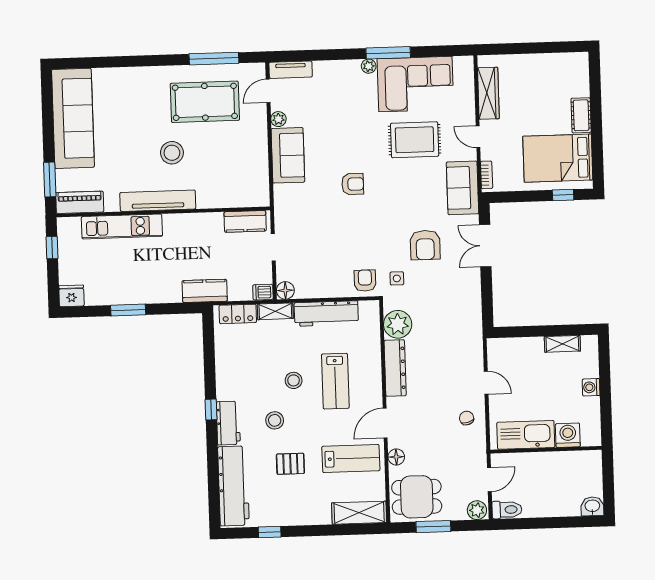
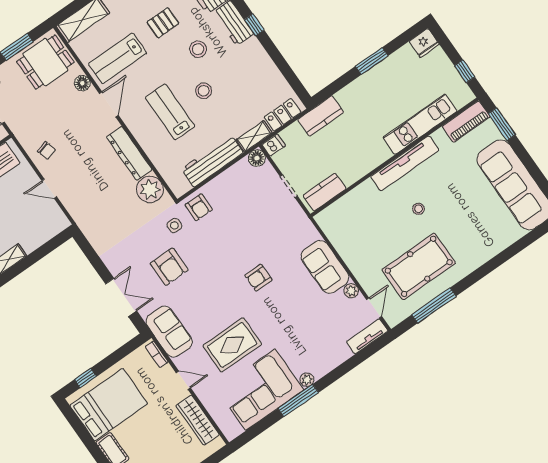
stool: (172, 153) -> (418, 209), width x0.53, depth x0.53
armchair: (425, 245) -> (169, 267), turned 180

